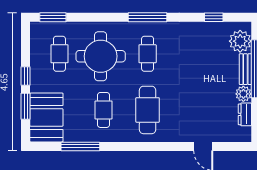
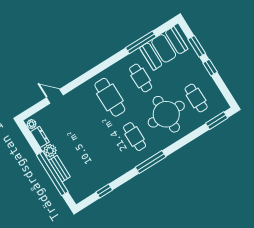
plant: (240, 41) -> (31, 124), moved, width x0.53, depth x0.53
booth: (46, 117) -> (164, 48), moved, turned 90

